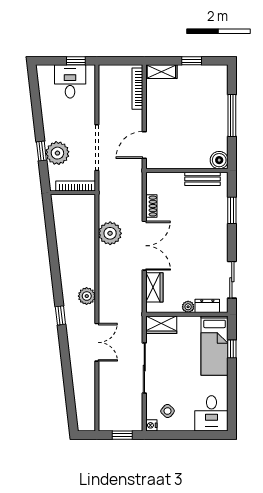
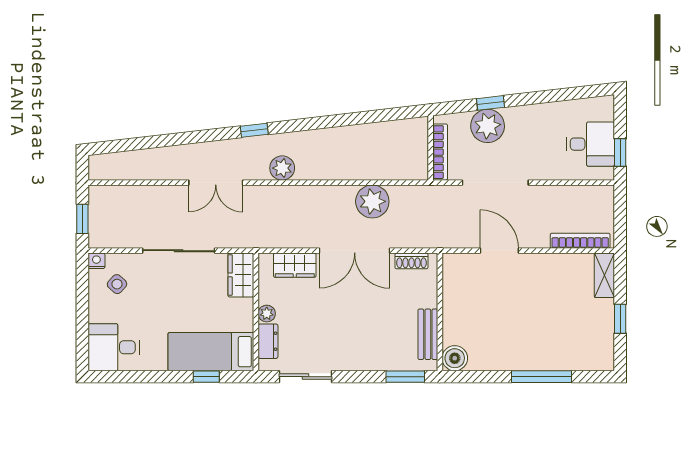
boiler: (219, 160) -> (455, 358), moved
wall: (187, 171) -> (440, 312), moved
bench: (202, 179) -> (428, 334), moved

